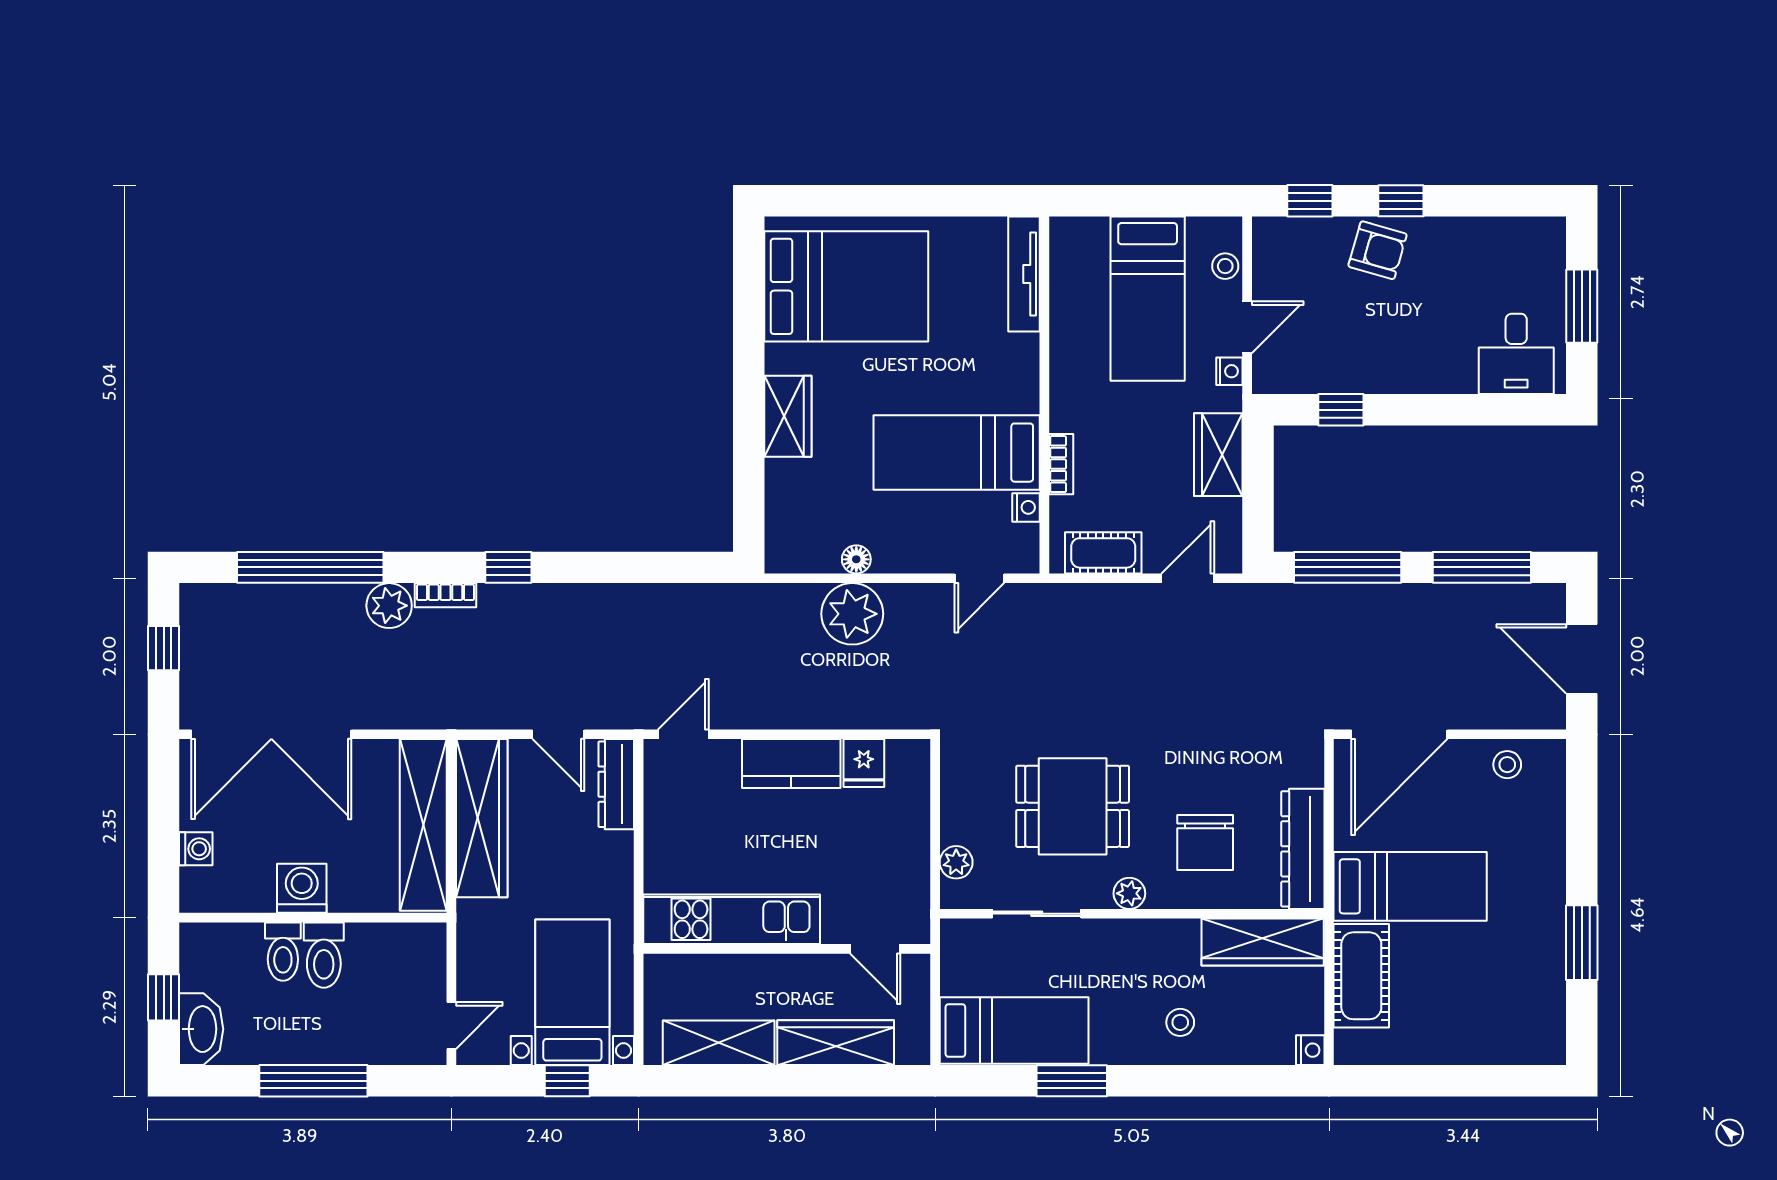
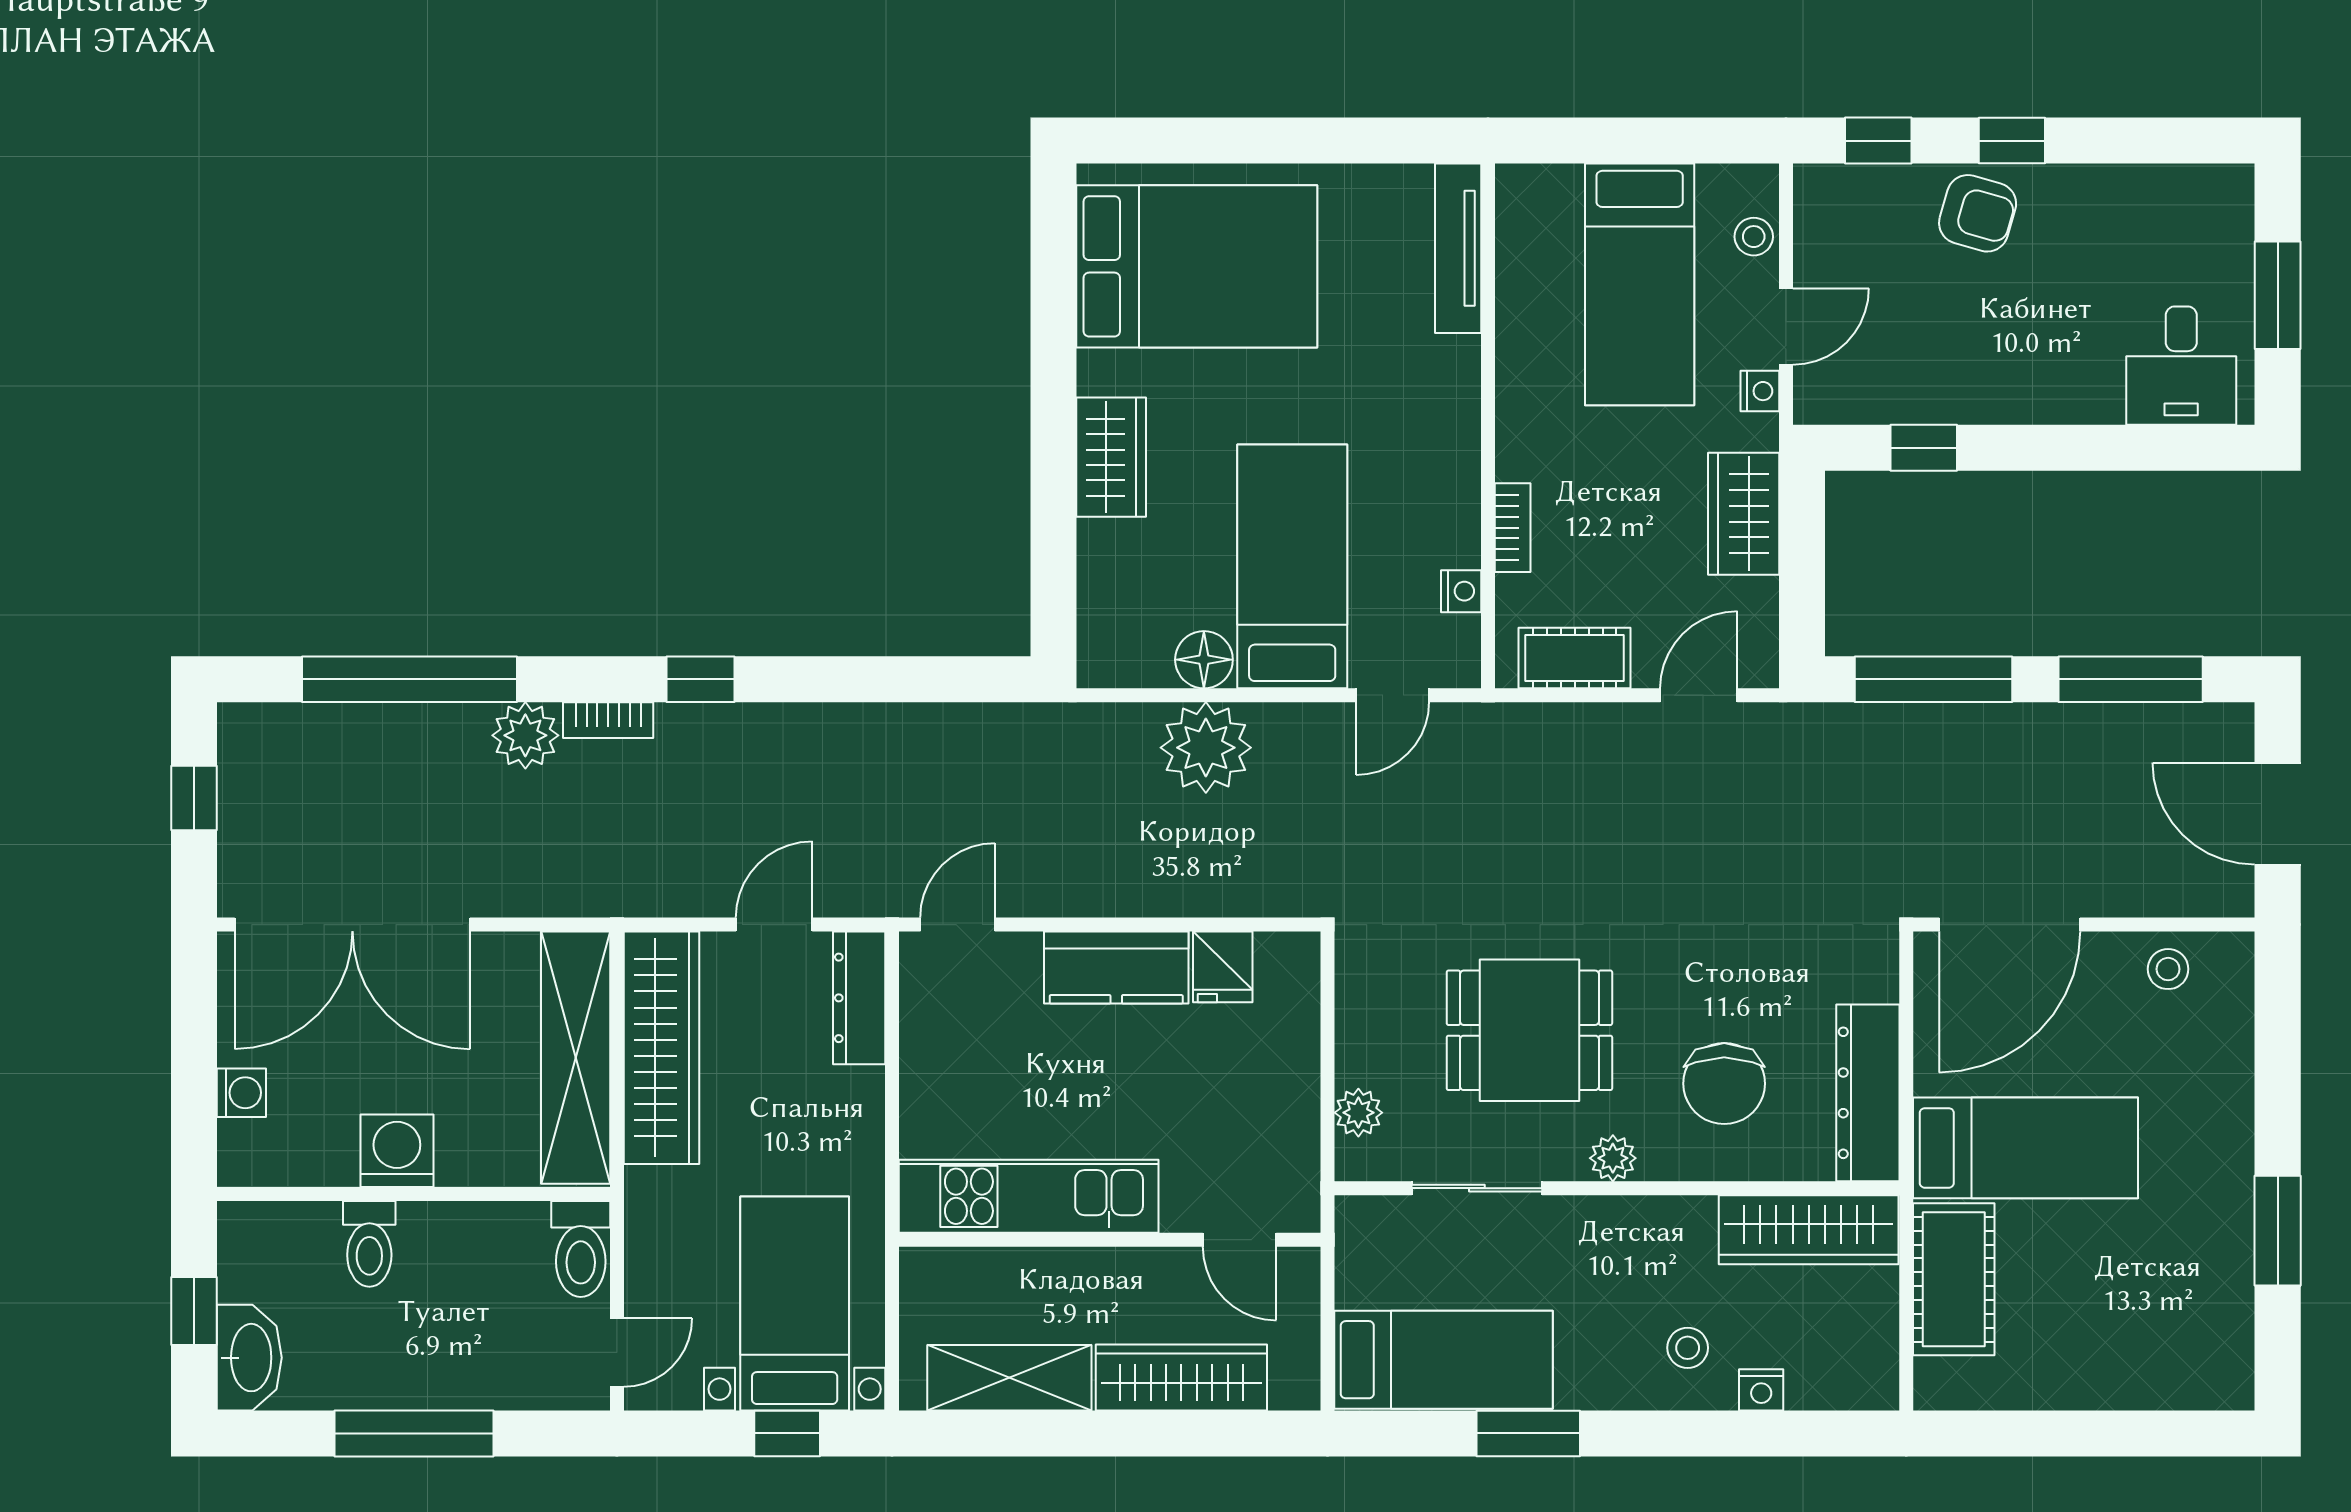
bed: (957, 453) -> (1292, 566), moved, turned 90
floor lamp: (856, 559) -> (1204, 660), width x1.37, depth x1.37
door: (558, 734) -> (774, 925), swing flipped
toilet: (324, 955) -> (581, 1249), moved
nightstand: (1310, 1050) -> (1761, 1390), moved, turned 90

